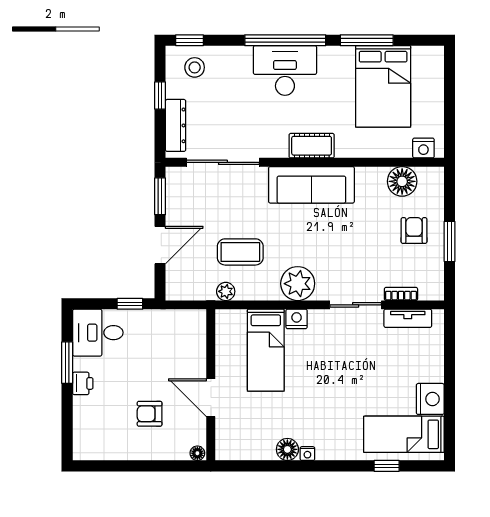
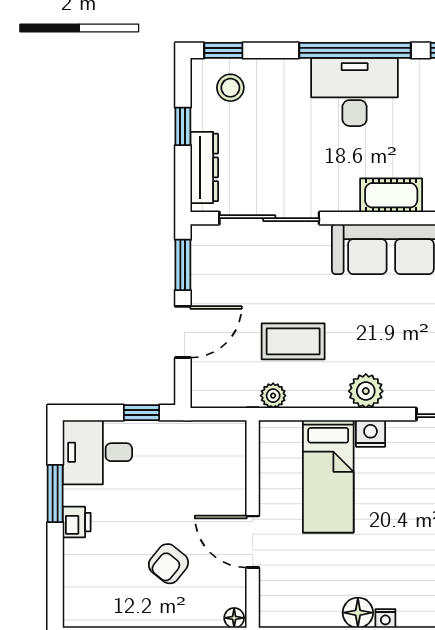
plant: (298, 284) -> (366, 391), width x0.73, depth x0.73
armchair: (150, 414) -> (168, 564), turned -51

